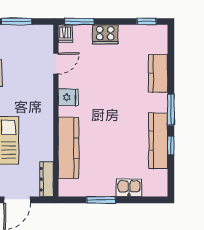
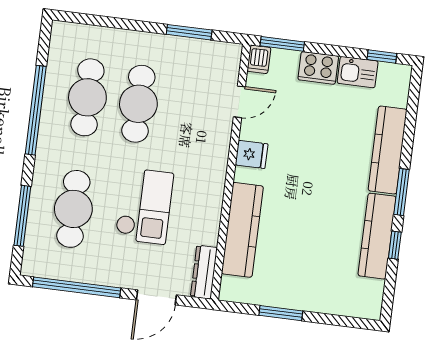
kitchen counter: (158, 73) -> (388, 150), width x1.50
kitchen sink: (129, 188) -> (358, 72), moved, turned 180

